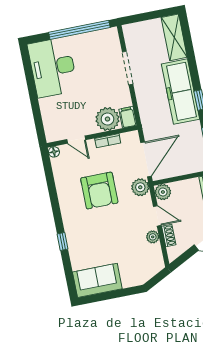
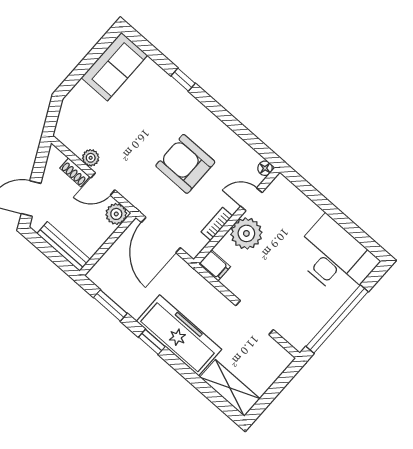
plant: (107, 119) -> (246, 233), moved
plant: (140, 187) -> (144, 201), removed

